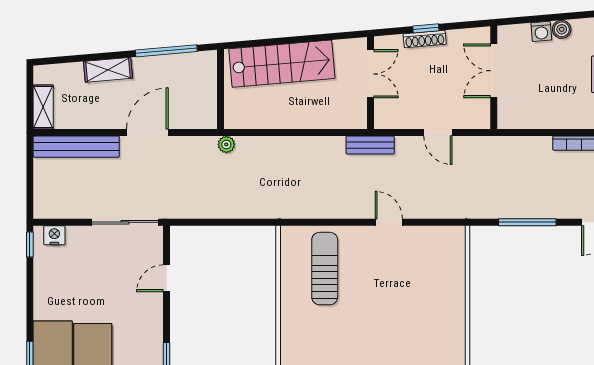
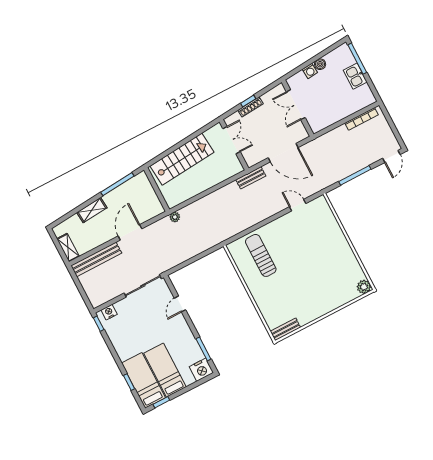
door: (438, 133) -> (283, 153), width x1.88
door: (389, 222) -> (298, 205), moved

